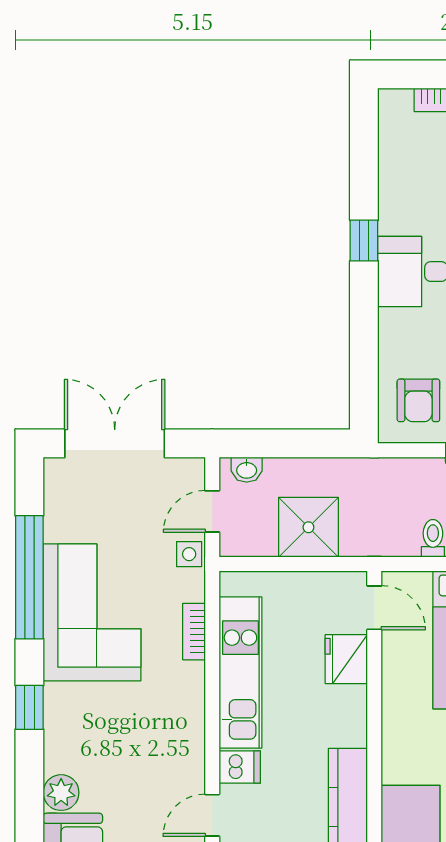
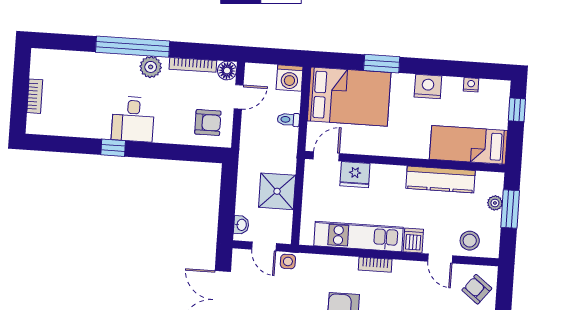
bookcase: (194, 632) -> (375, 265), moved

